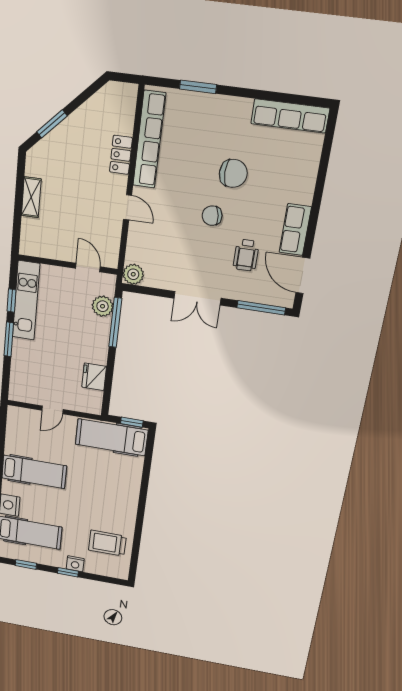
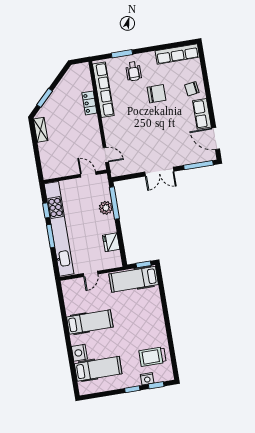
shelving: (31, 197) -> (41, 130), moved
door: (128, 207) -> (106, 155), moved
chair: (212, 216) -> (192, 89), moved
wheelchair: (246, 255) -> (133, 71), moved
plant: (133, 274) -> (117, 170), removed
kitchen unit: (26, 301) -> (59, 229), width x1.86
plant: (103, 306) -> (106, 208), moved
window: (26, 564) -> (156, 385), moved
nightstand: (75, 564) -> (147, 379), moved

